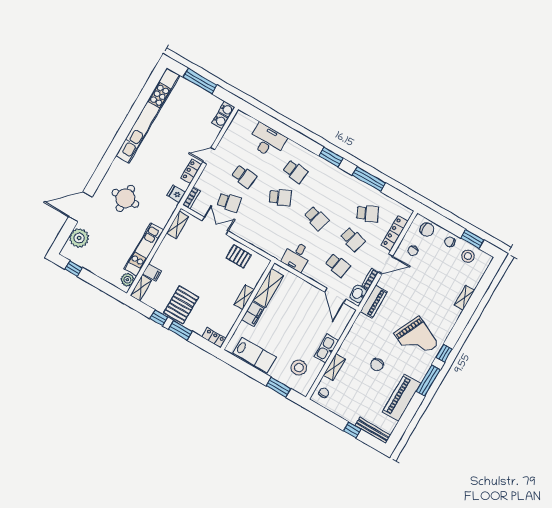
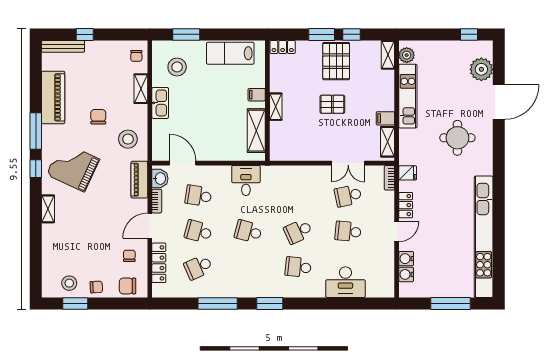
water cooler: (227, 109) -> (406, 259), moved
pallet: (239, 256) -> (332, 104), moved
filing cabinet: (152, 273) -> (385, 118), moved
shelving: (465, 298) -> (48, 209), moved
filing cabinet: (253, 314) -> (257, 95), width x0.50
stool: (365, 336) -> (128, 139), added

